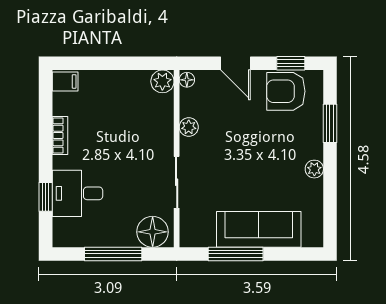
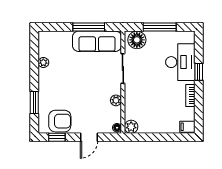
door: (235, 63) -> (89, 137), swing flipped
plant: (314, 169) -> (43, 62), moved
desk: (77, 193) -> (180, 62), width x1.37
window: (46, 197) -> (199, 72), moved
sofa: (259, 229) -> (97, 41), moved

